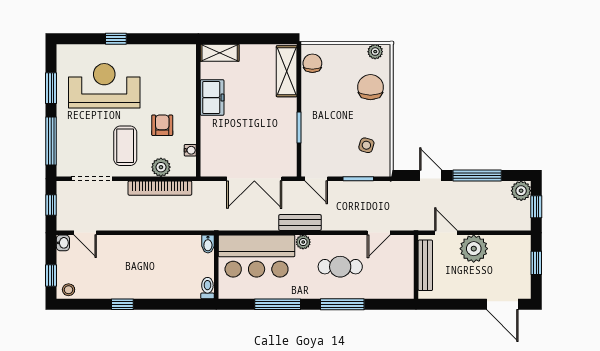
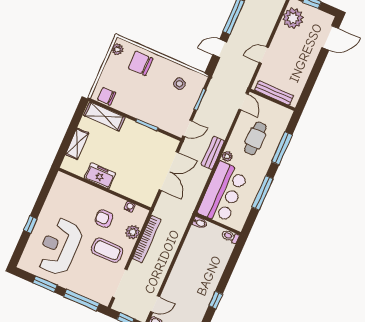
shelving: (220, 53) -> (77, 144), moved
plant: (474, 249) -> (293, 18), moved
bench: (425, 265) -> (274, 93), moved
wall: (416, 267) -> (272, 100), moved

